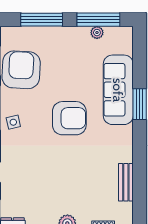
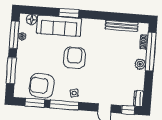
floor lamp: (125, 45) -> (32, 20), added
bench: (126, 182) -> (122, 26), width x1.36

